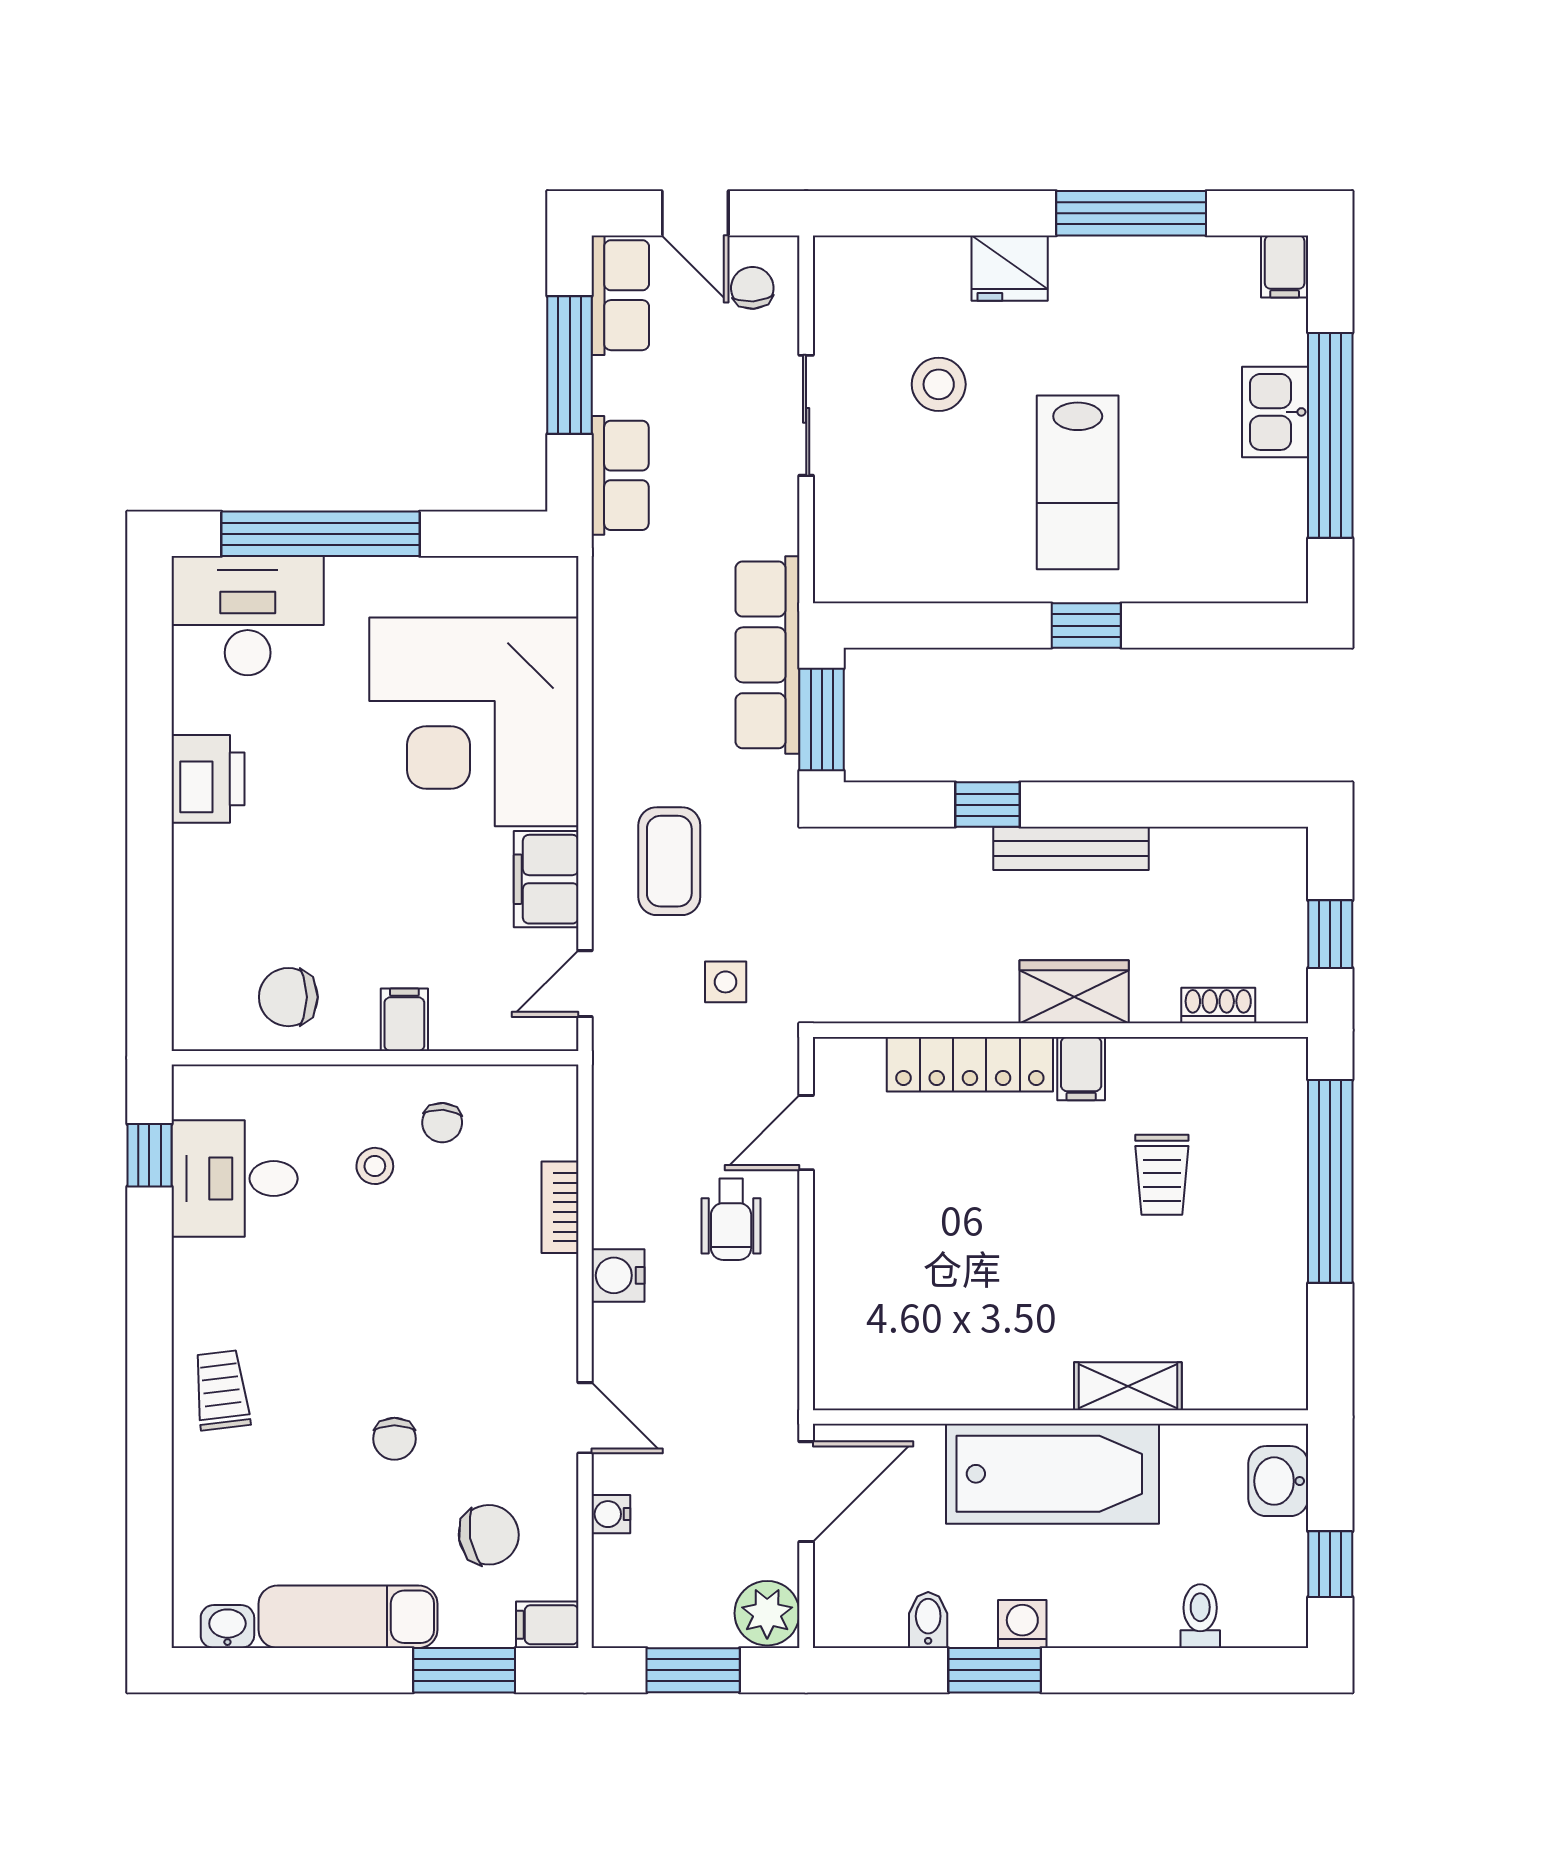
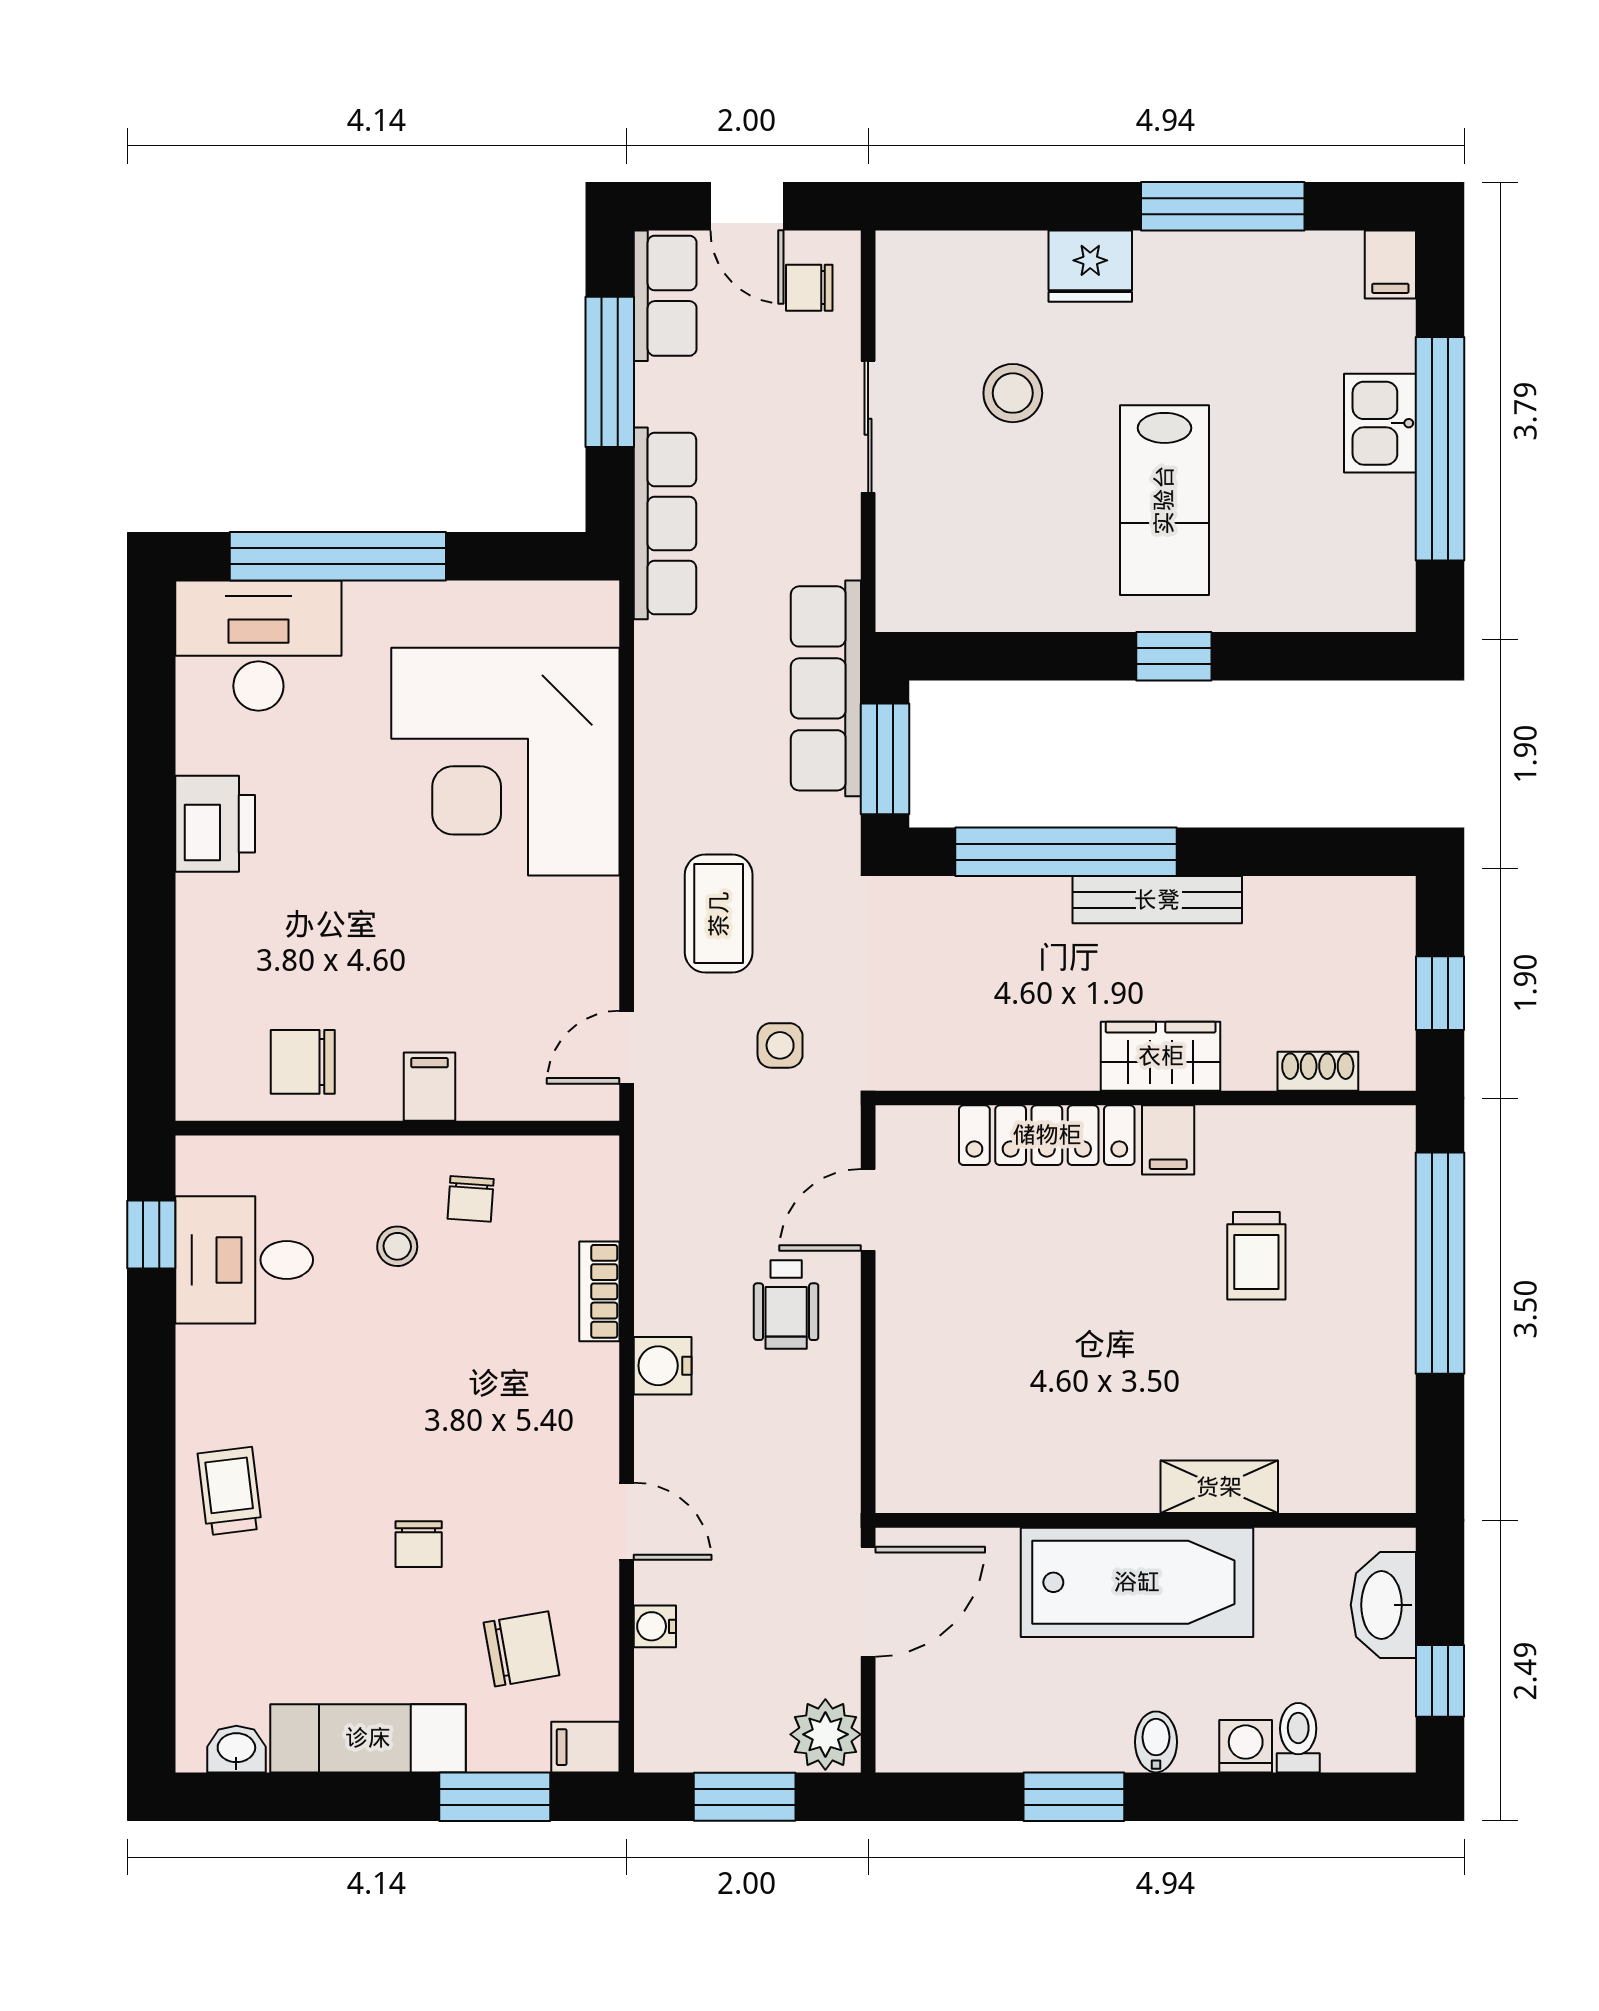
chair: (752, 288) -> (809, 288), turned -86
row of seats: (620, 475) -> (665, 523), width x1.48
window: (987, 805) -> (1066, 852), width x3.17
filing cabinet: (546, 879) -> (584, 933), removed
washbasin: (1278, 1481) -> (1383, 1605), width x1.38
bidet: (928, 1620) -> (1156, 1742), moved
washing machine: (1022, 1624) -> (1246, 1746), moved

